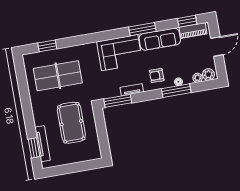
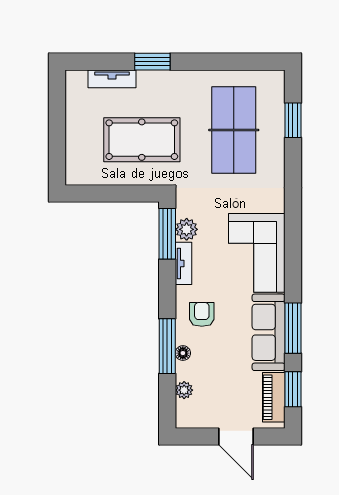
window: (142, 29) -> (293, 328), moved
plant: (208, 75) -> (187, 229), moved
tv unit: (42, 144) -> (112, 79), width x0.71
window: (34, 148) -> (152, 62), moved

